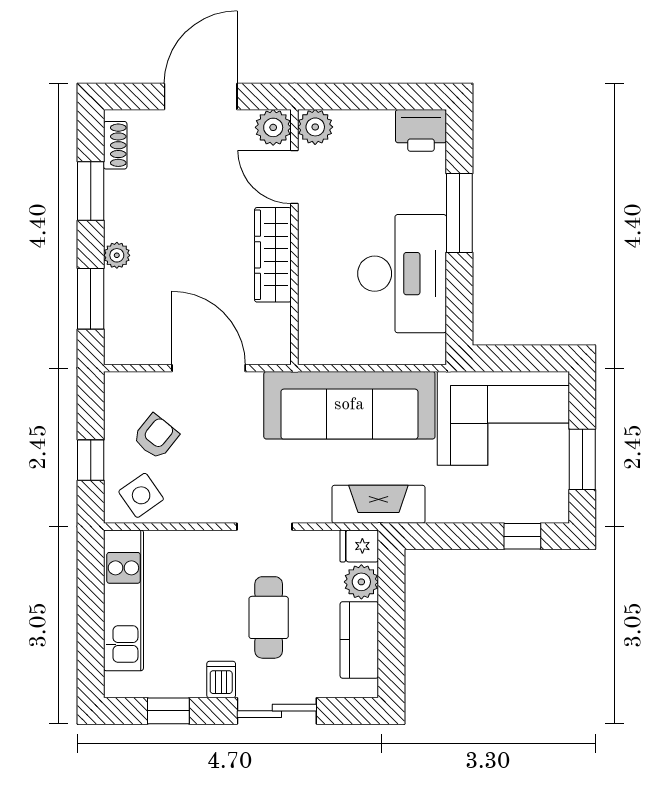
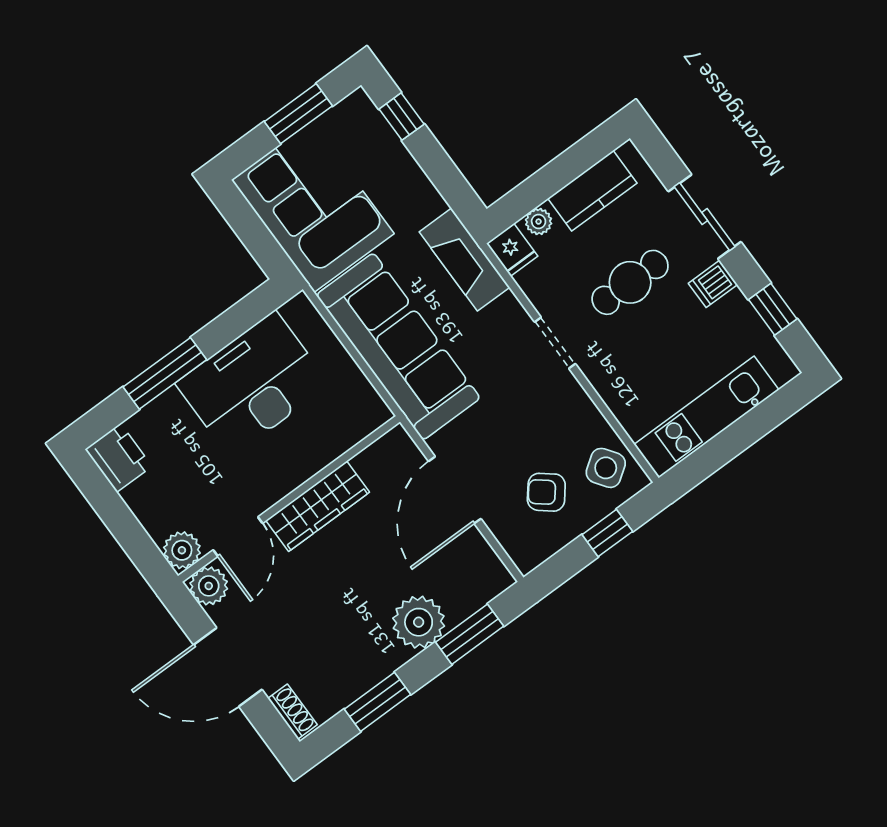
shoe rack: (115, 145) -> (293, 712), moved, turned 90
plant: (117, 255) -> (419, 622), width x1.88, depth x1.88
plant: (361, 582) -> (539, 222), width x0.73, depth x0.73

